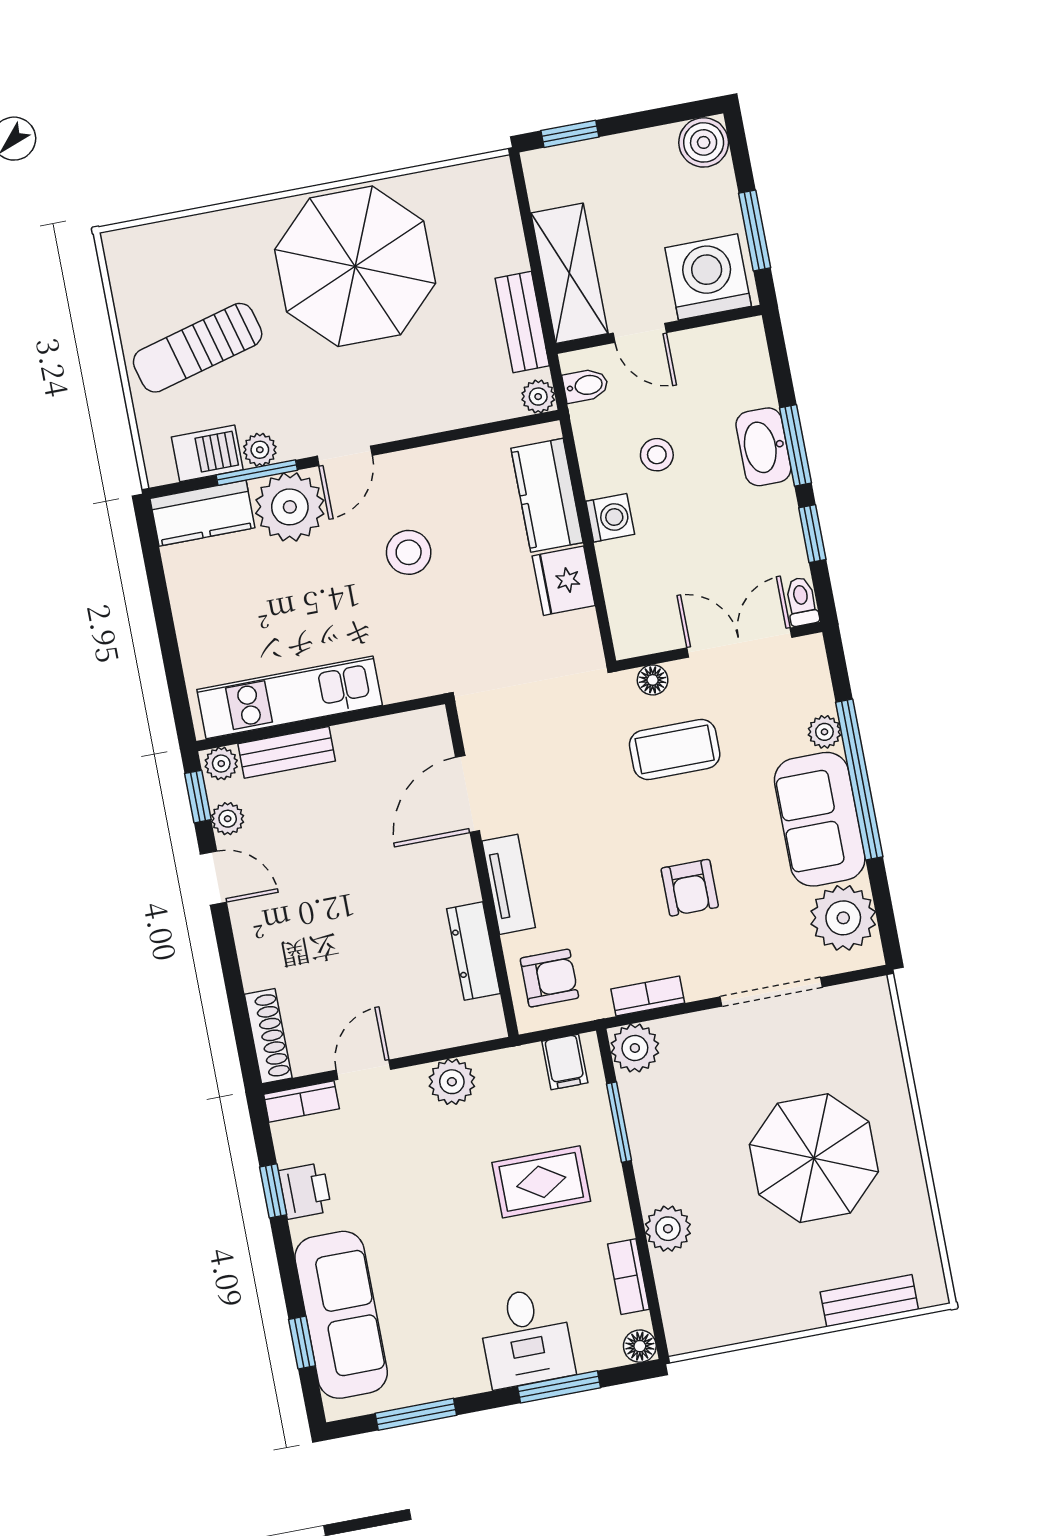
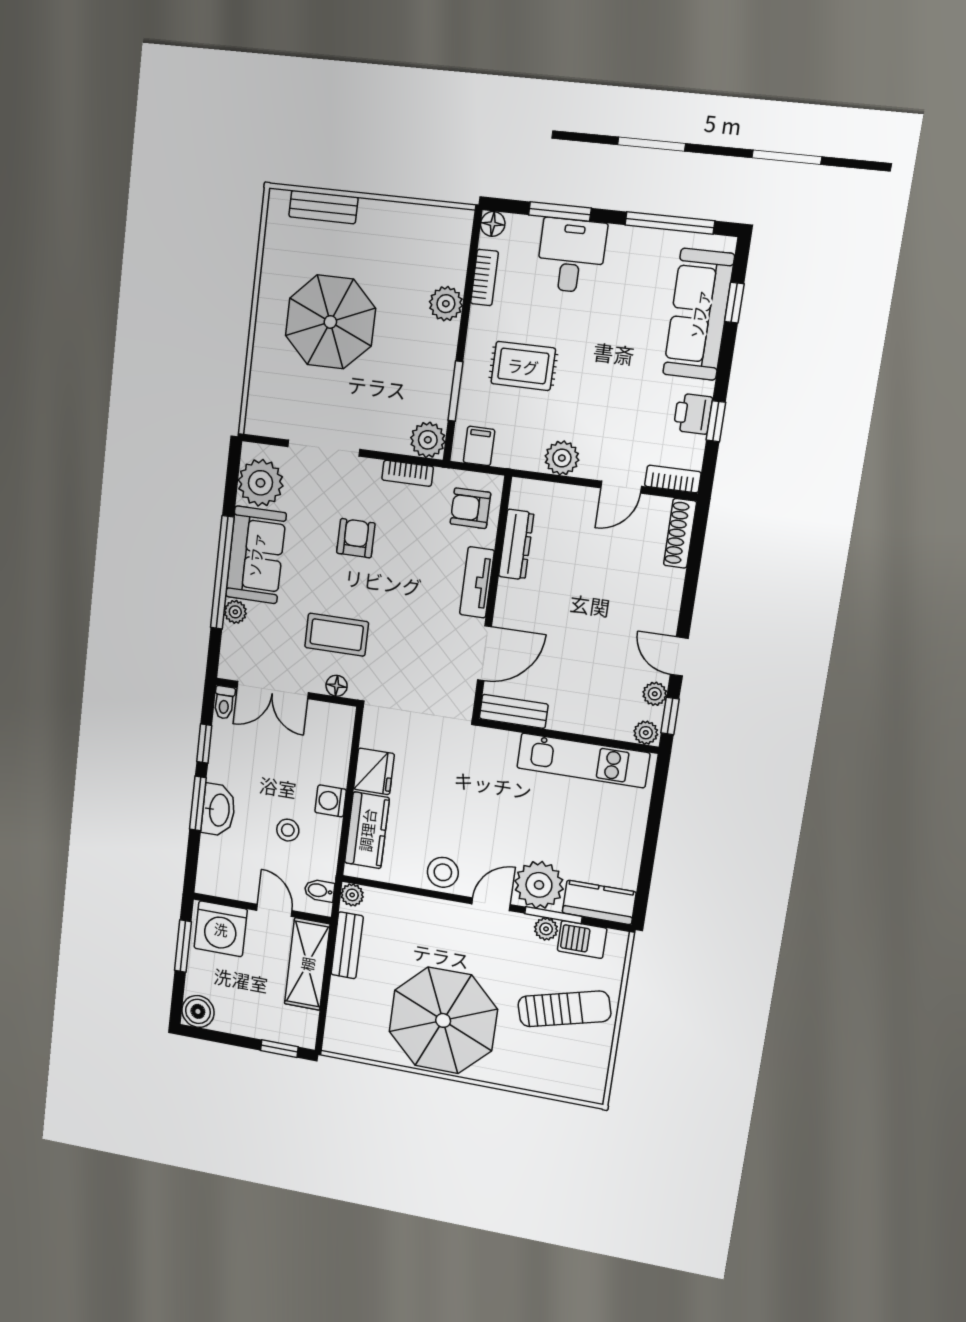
stool: (409, 552) -> (443, 872), moved
bench: (287, 752) -> (514, 711), moved
window: (416, 1414) -> (670, 223), width x1.44

